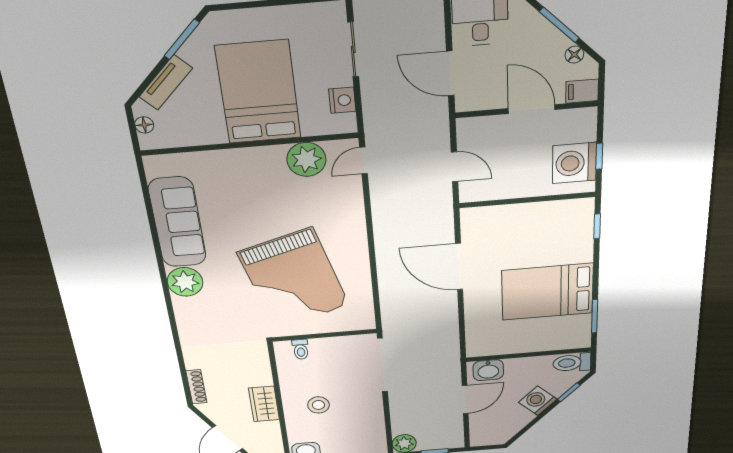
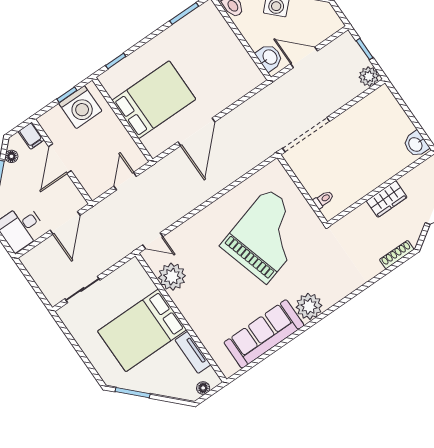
tv unit: (166, 82) -> (193, 352), moved, turned -135
nightstand: (342, 100) -> (119, 277), removed
bed: (547, 292) -> (154, 100), moved, turned -90
stool: (318, 405) -> (367, 160), removed

